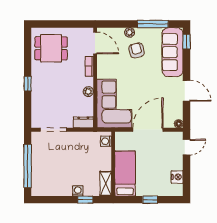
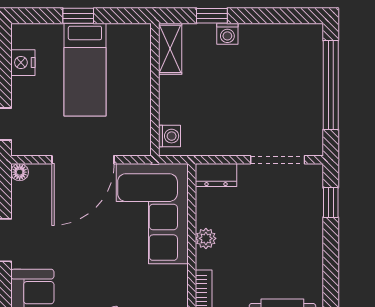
window: (28, 84) -> (331, 203), moved
bed: (125, 173) -> (85, 70), moved

